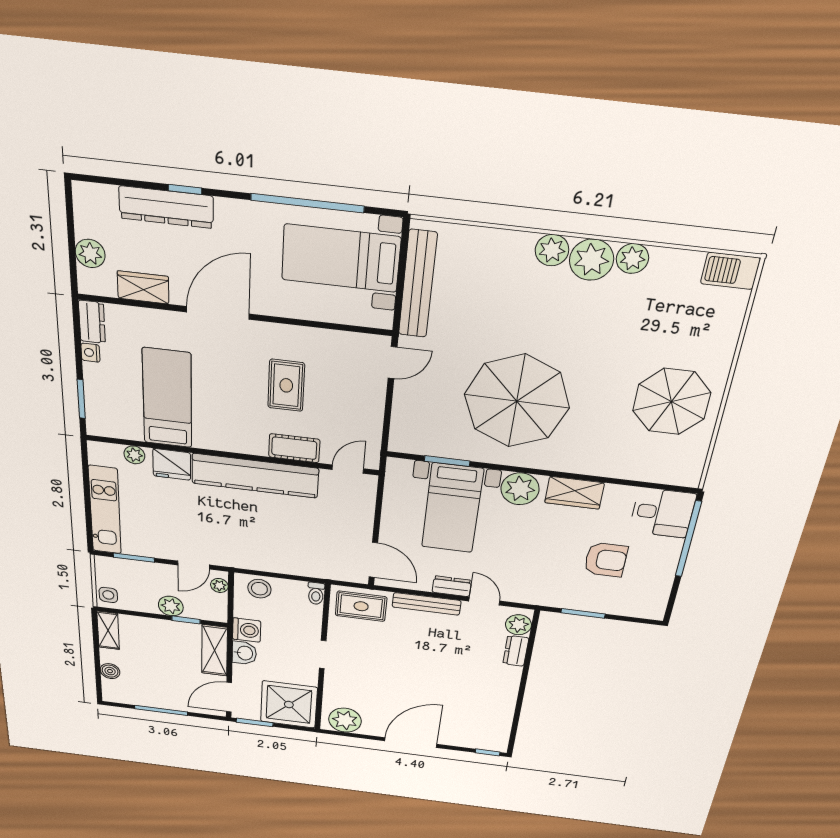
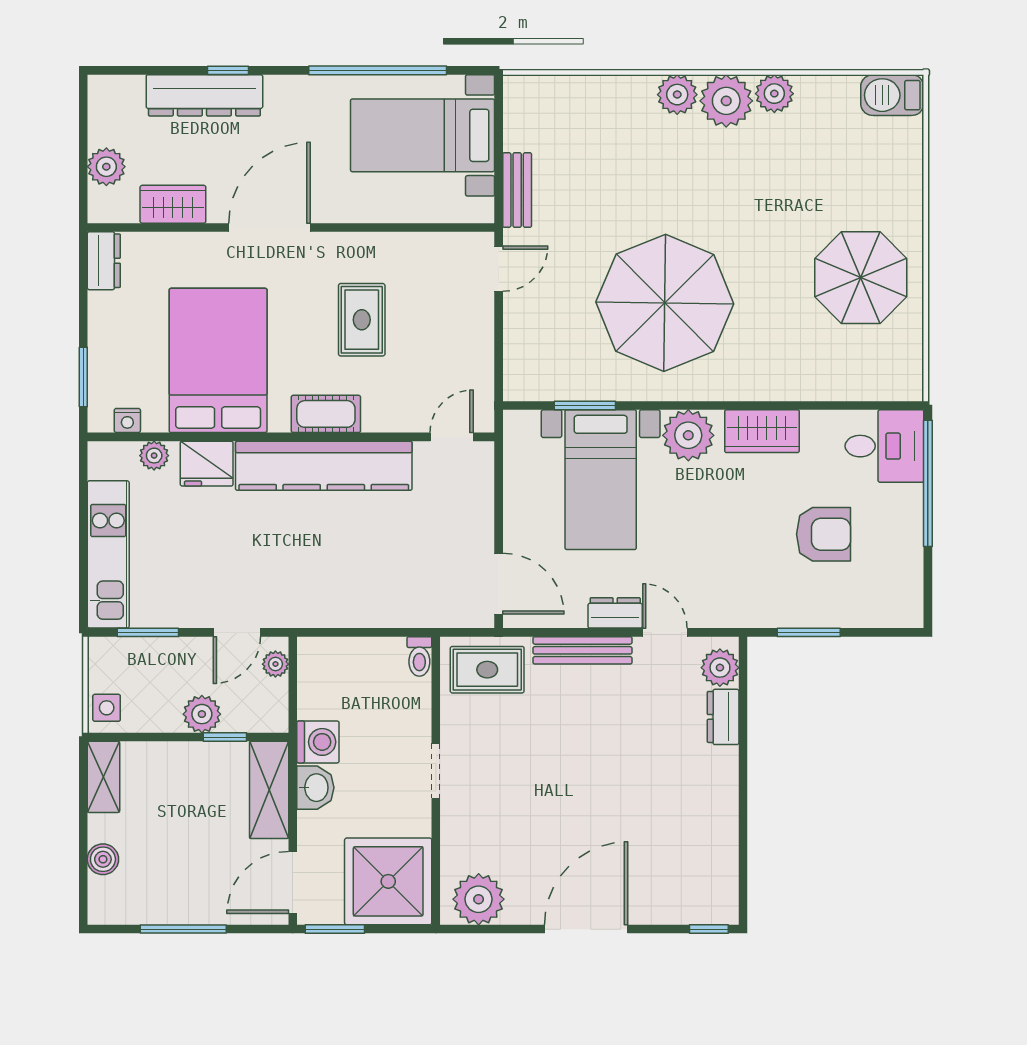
bench: (418, 284) -> (517, 190), width x0.54, depth x0.82
nightstand: (90, 353) -> (127, 420), moved, turned -90
bed: (167, 398) -> (218, 360), width x1.50
cot: (294, 448) -> (326, 414), moved
stool: (259, 589) -> (335, 661), removed

